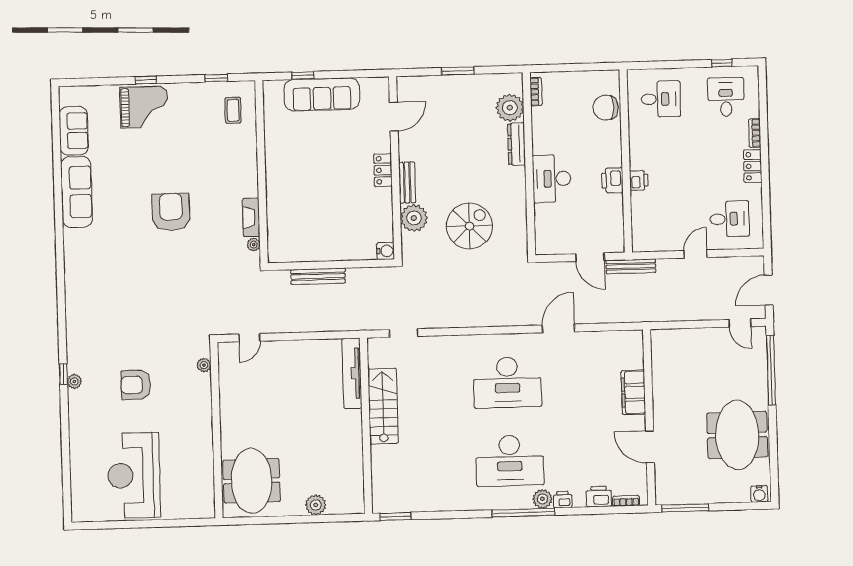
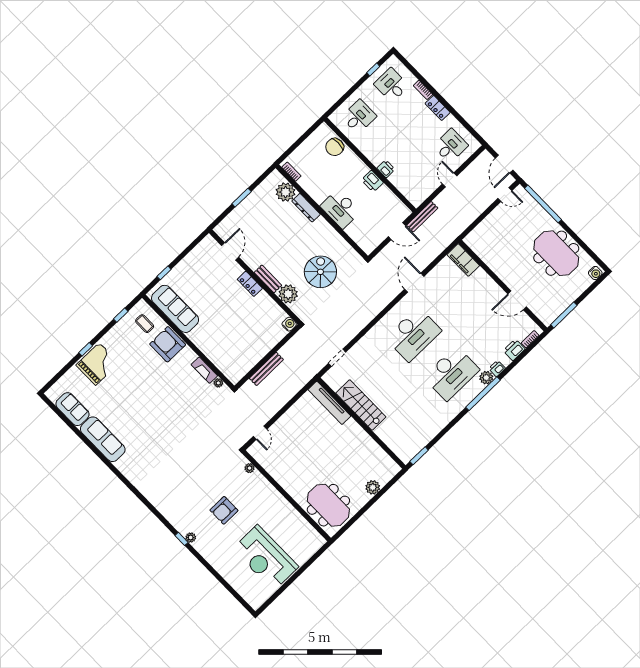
sofa: (322, 94) -> (175, 309), moved, turned -90
armchair: (171, 212) -> (168, 344), moved
filing cabinet: (633, 392) -> (463, 260), moved

